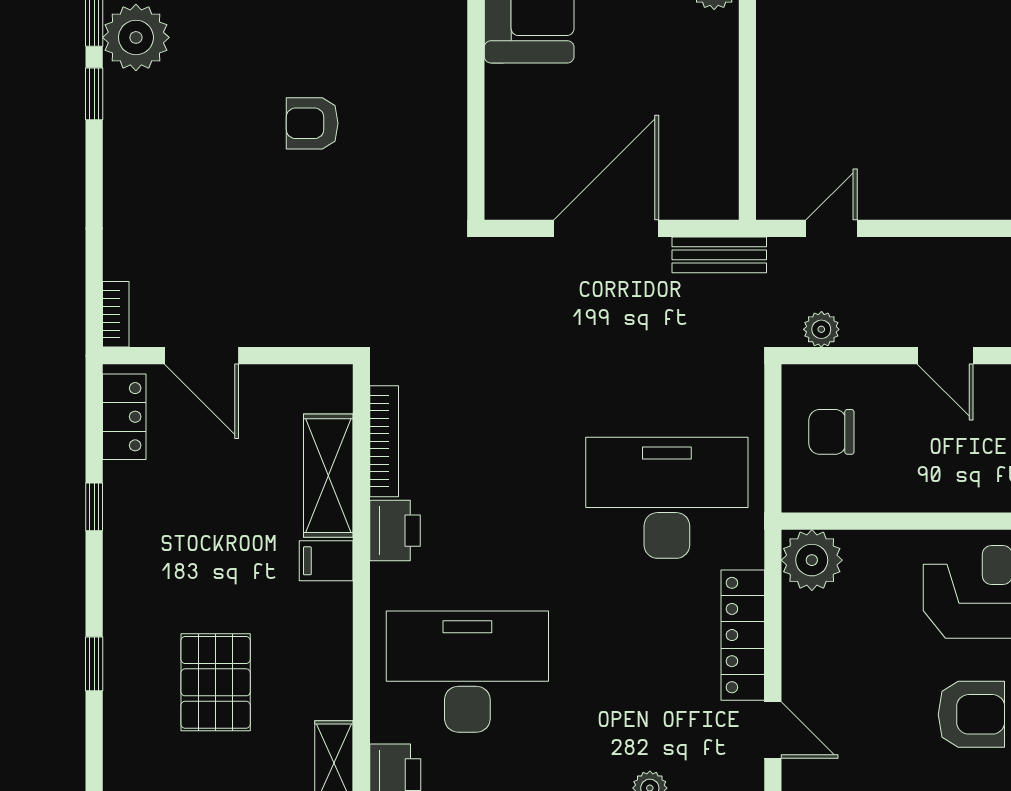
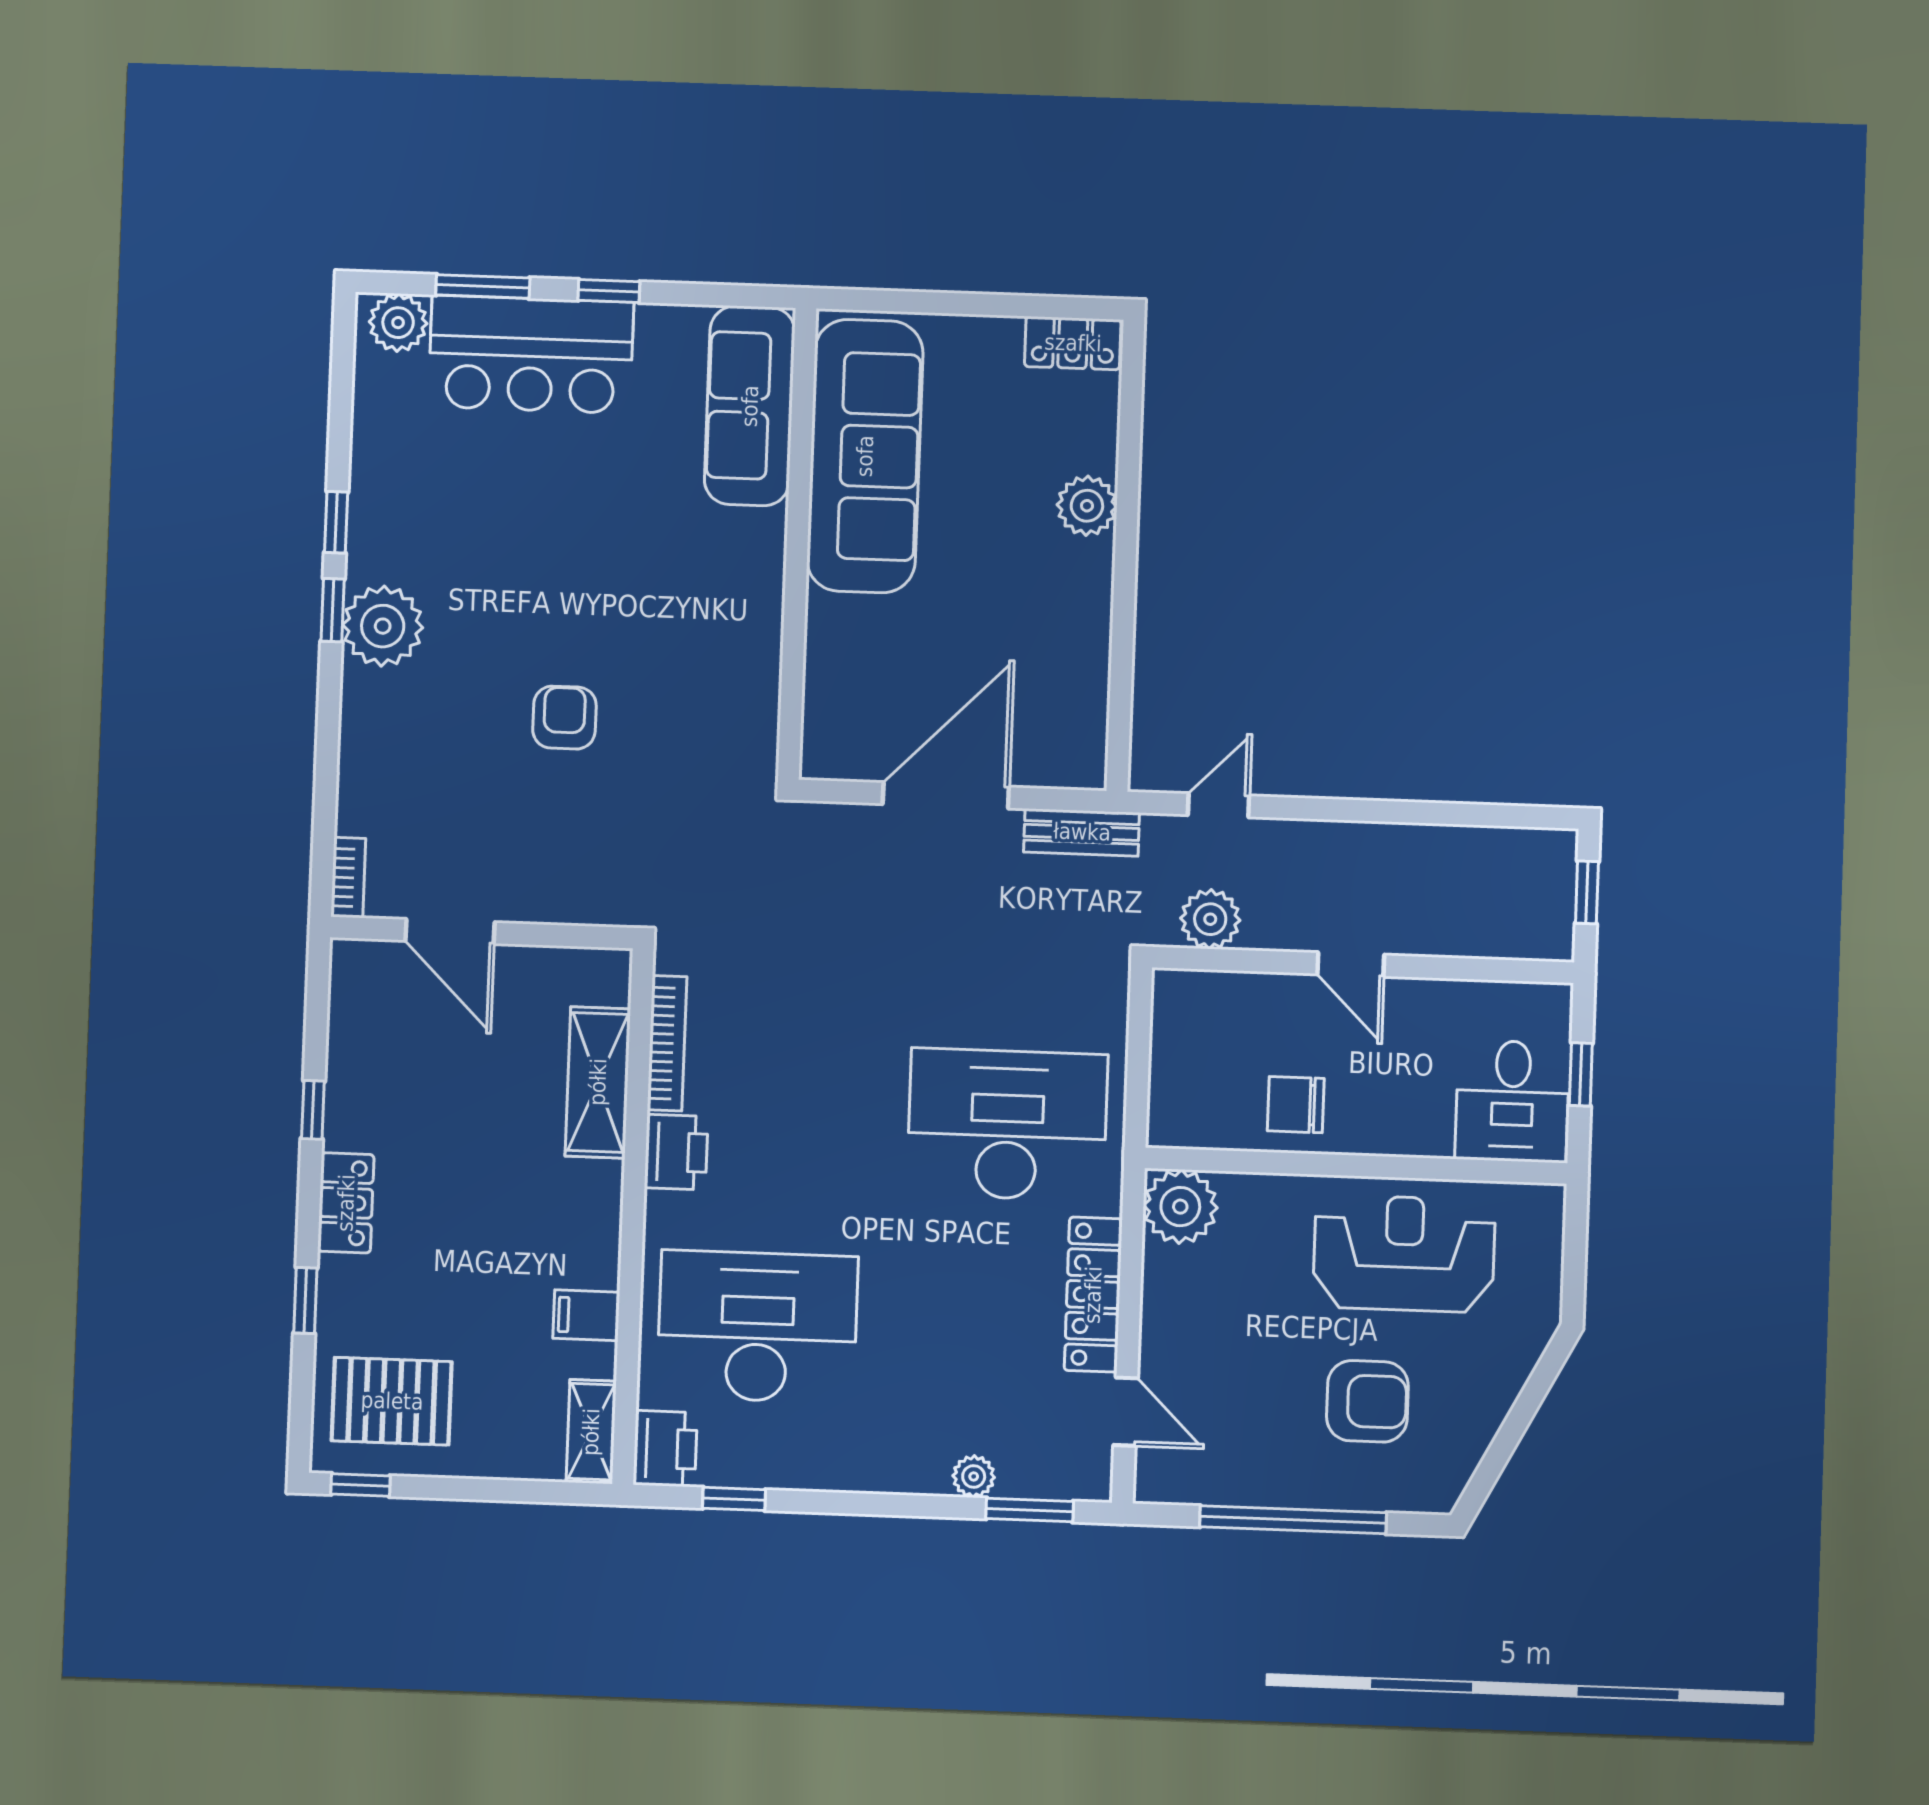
plant: (136, 37) -> (383, 626), moved
armchair: (312, 123) -> (564, 718), moved, turned 90
plant: (821, 329) -> (1210, 919), width x1.38, depth x1.38
locker: (124, 417) -> (346, 1203), moved
chair: (831, 432) -> (1296, 1105), moved
filing cabinet: (326, 561) -> (586, 1315), moved
pallet: (216, 682) -> (392, 1401), moved, turned 90

